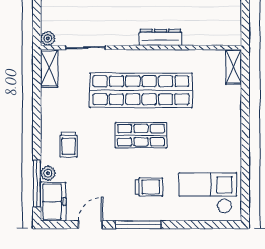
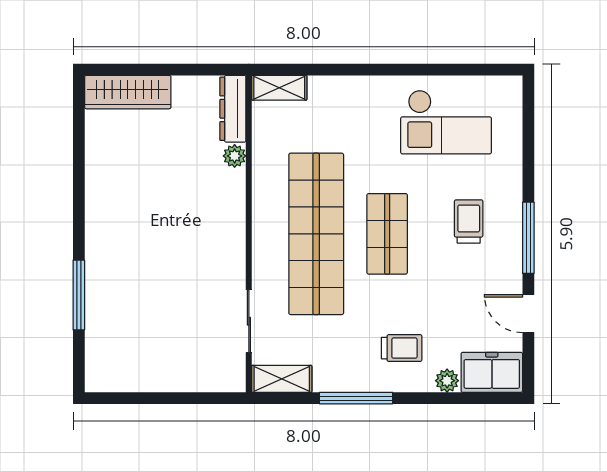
dresser: (161, 37) -> (233, 109), moved
plant: (48, 38) -> (235, 156), moved
window: (37, 184) -> (356, 398), moved
checkout: (208, 193) -> (446, 122), moved, turned -90

